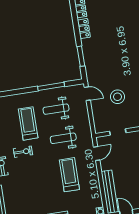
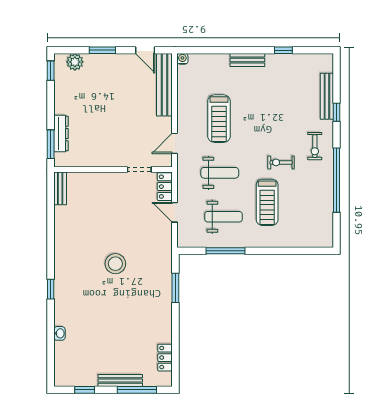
locker: (84, 29) -> (165, 187), moved
door: (87, 94) -> (175, 212), moved
stool: (117, 97) -> (115, 264), moved

